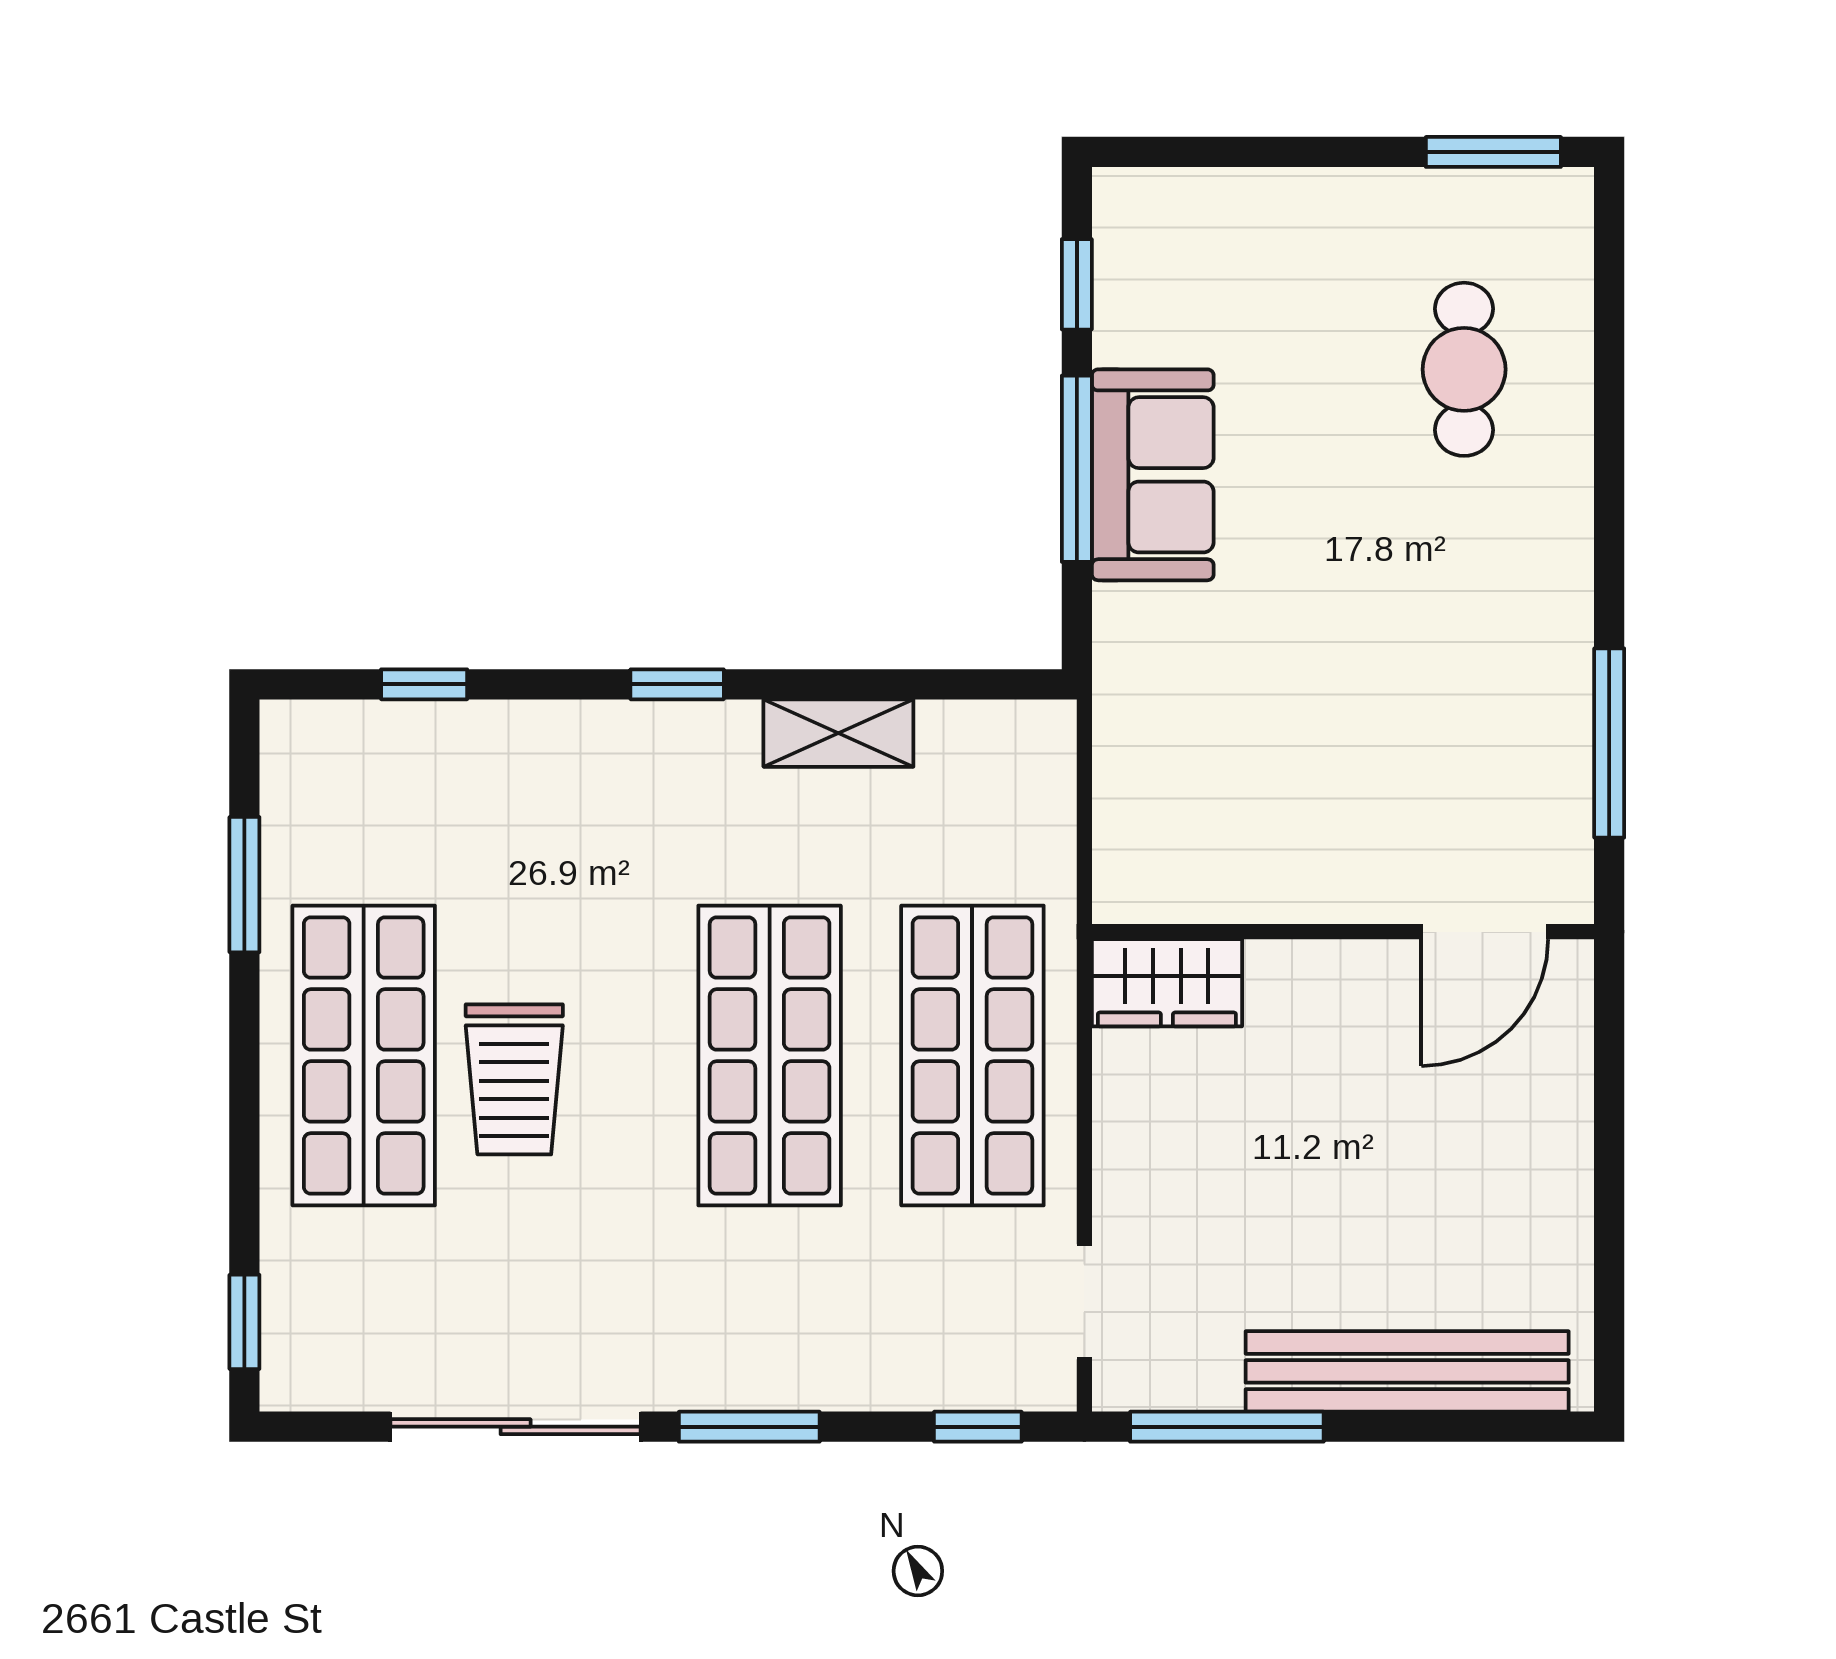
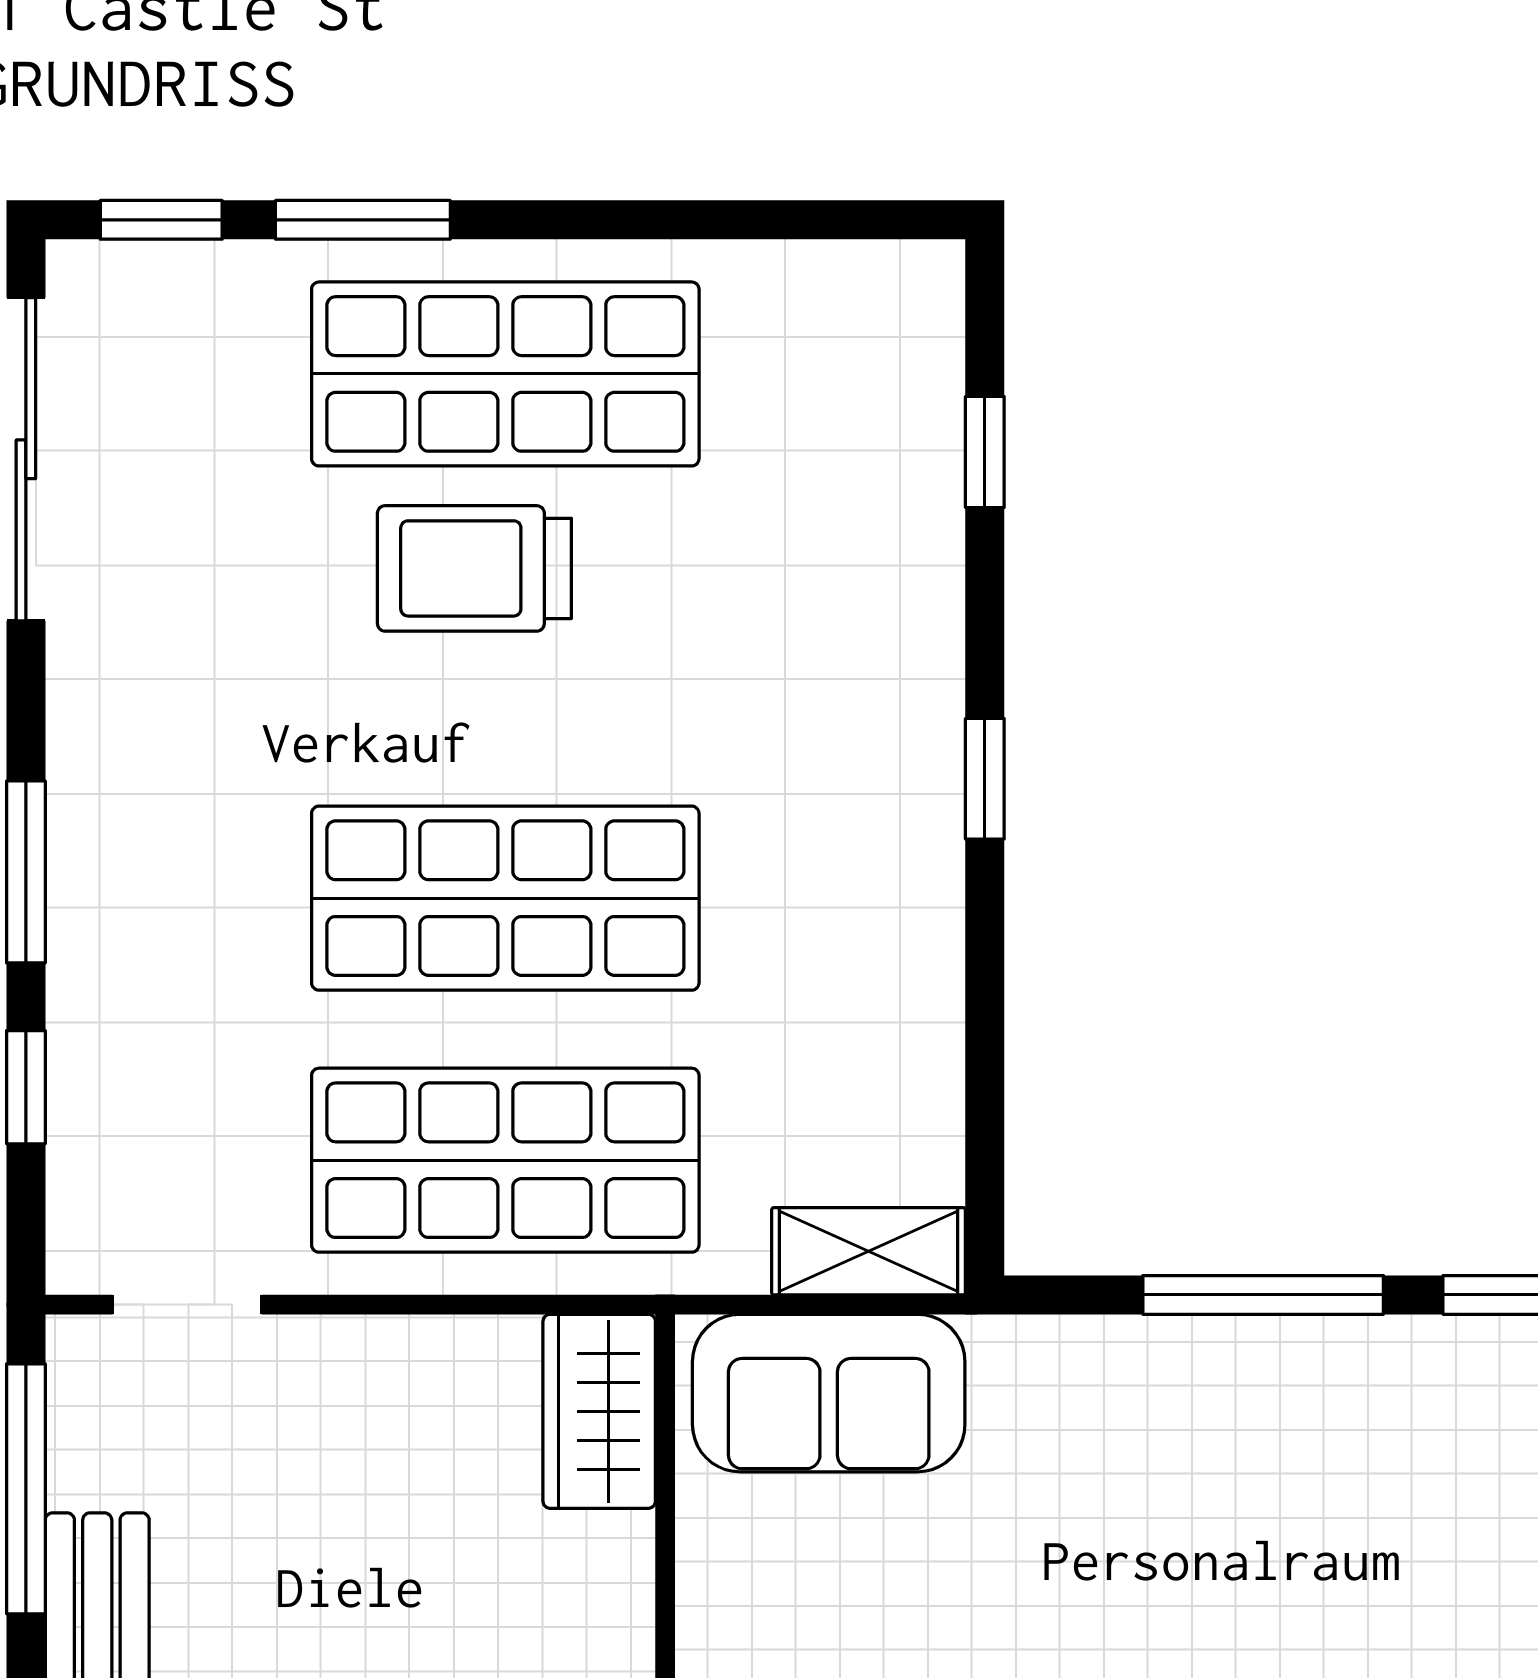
sofa: (1153, 475) -> (829, 1393), moved
shelving: (838, 733) -> (869, 1251), moved, turned 90
window: (244, 885) -> (363, 220), moved
sliding door: (516, 1427) -> (26, 459), moved
window: (978, 1427) -> (26, 1087), moved

